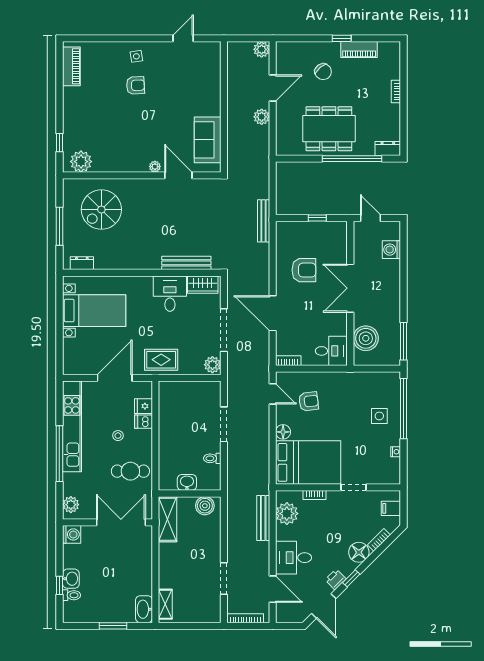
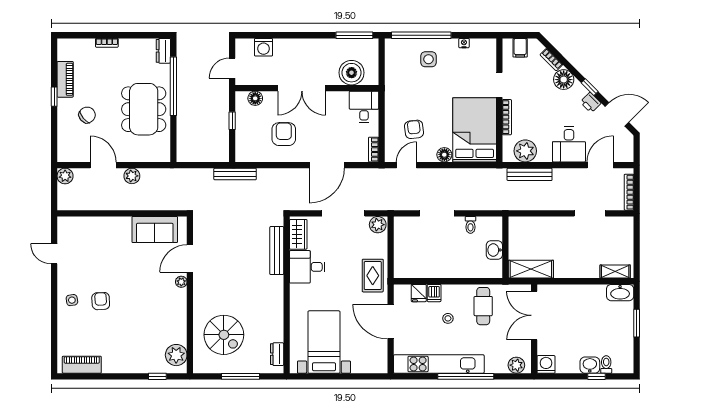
floor lamp: (340, 241) -> (255, 98), added
bookcase: (314, 495) -> (507, 117), width x1.56
boiler: (205, 506) -> (517, 232), removed

